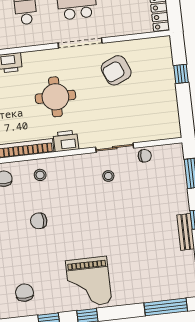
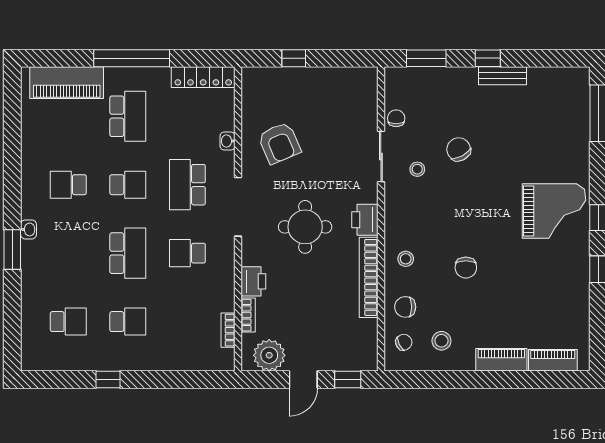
washbasin: (113, 31) -> (227, 141), added
doorway: (80, 43) -> (238, 207), moved
chair: (24, 293) -> (459, 149), moved, turned 62

